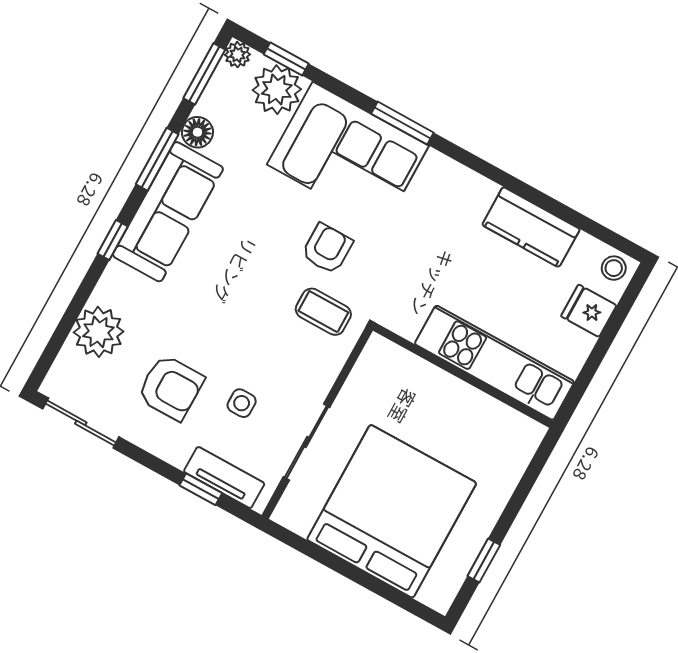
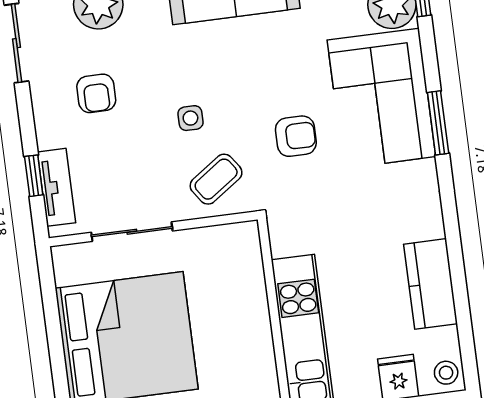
coffee table: (323, 312) -> (216, 179), moved, turned 55
armchair: (171, 388) -> (96, 93), width x0.72, depth x0.72
side table: (242, 403) -> (190, 118), moved

